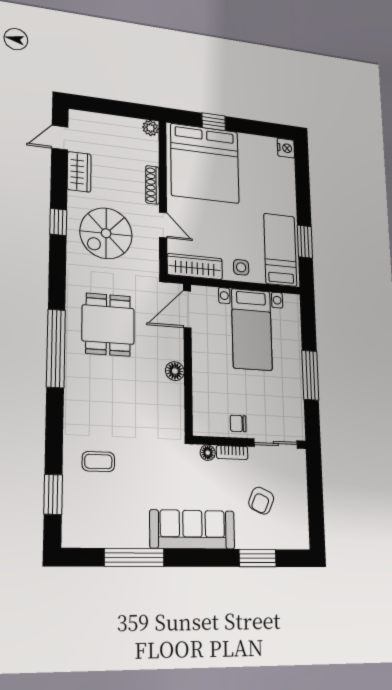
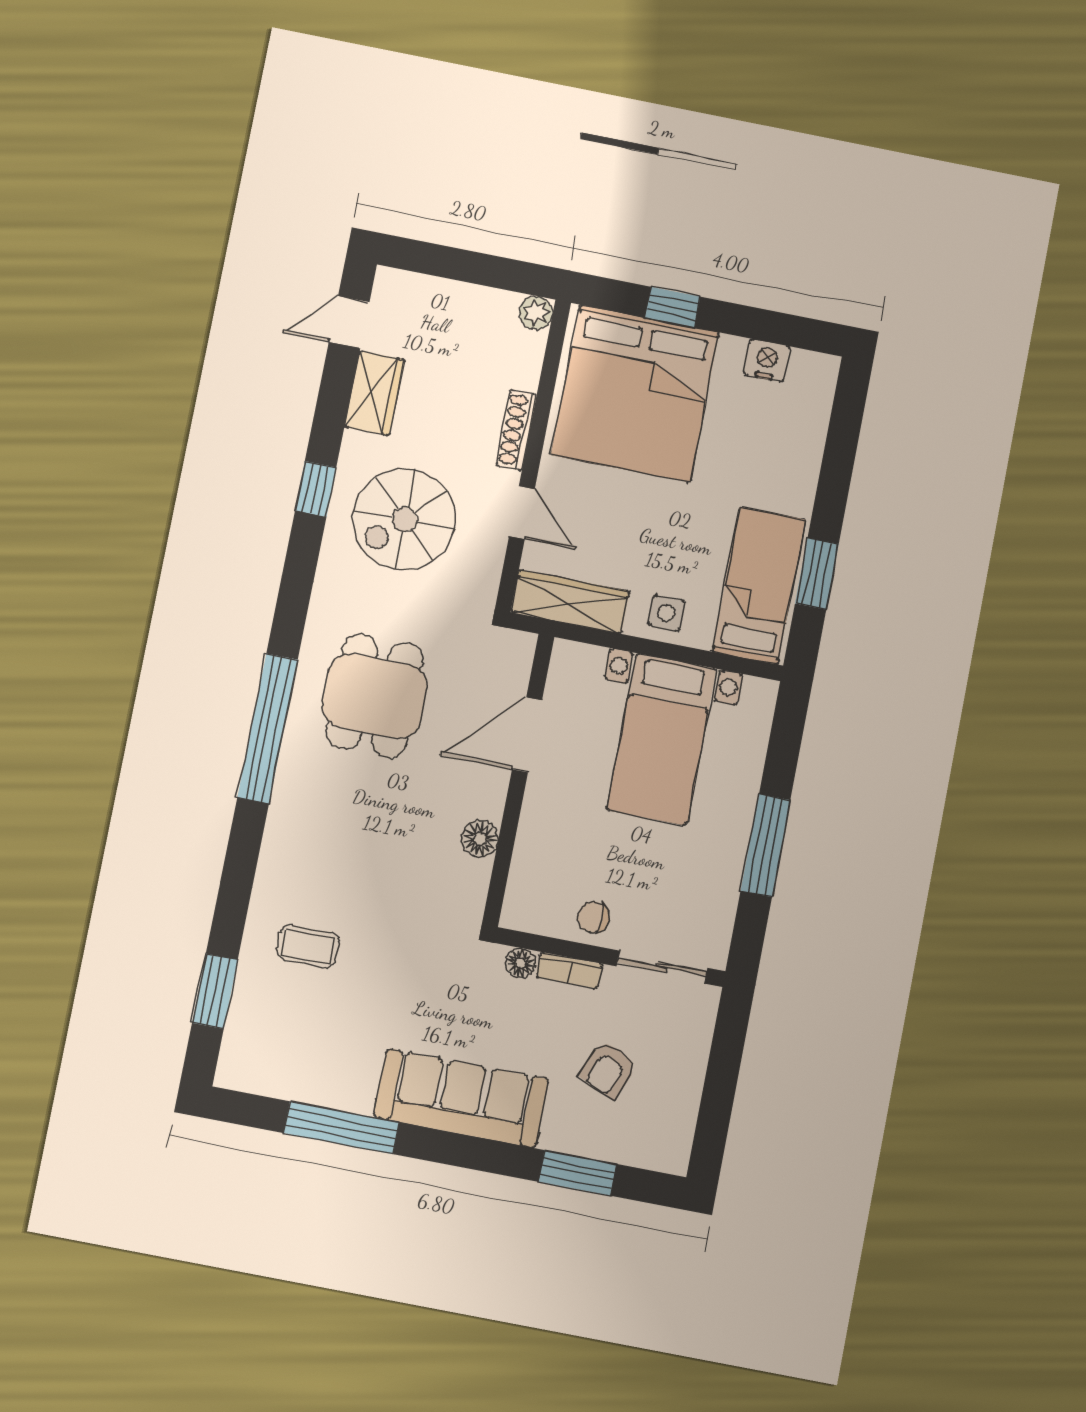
nightstand: (286, 148) -> (767, 360), moved, turned -90
door: (187, 309) -> (527, 735), moved
floor lamp: (175, 371) -> (480, 839), moved

